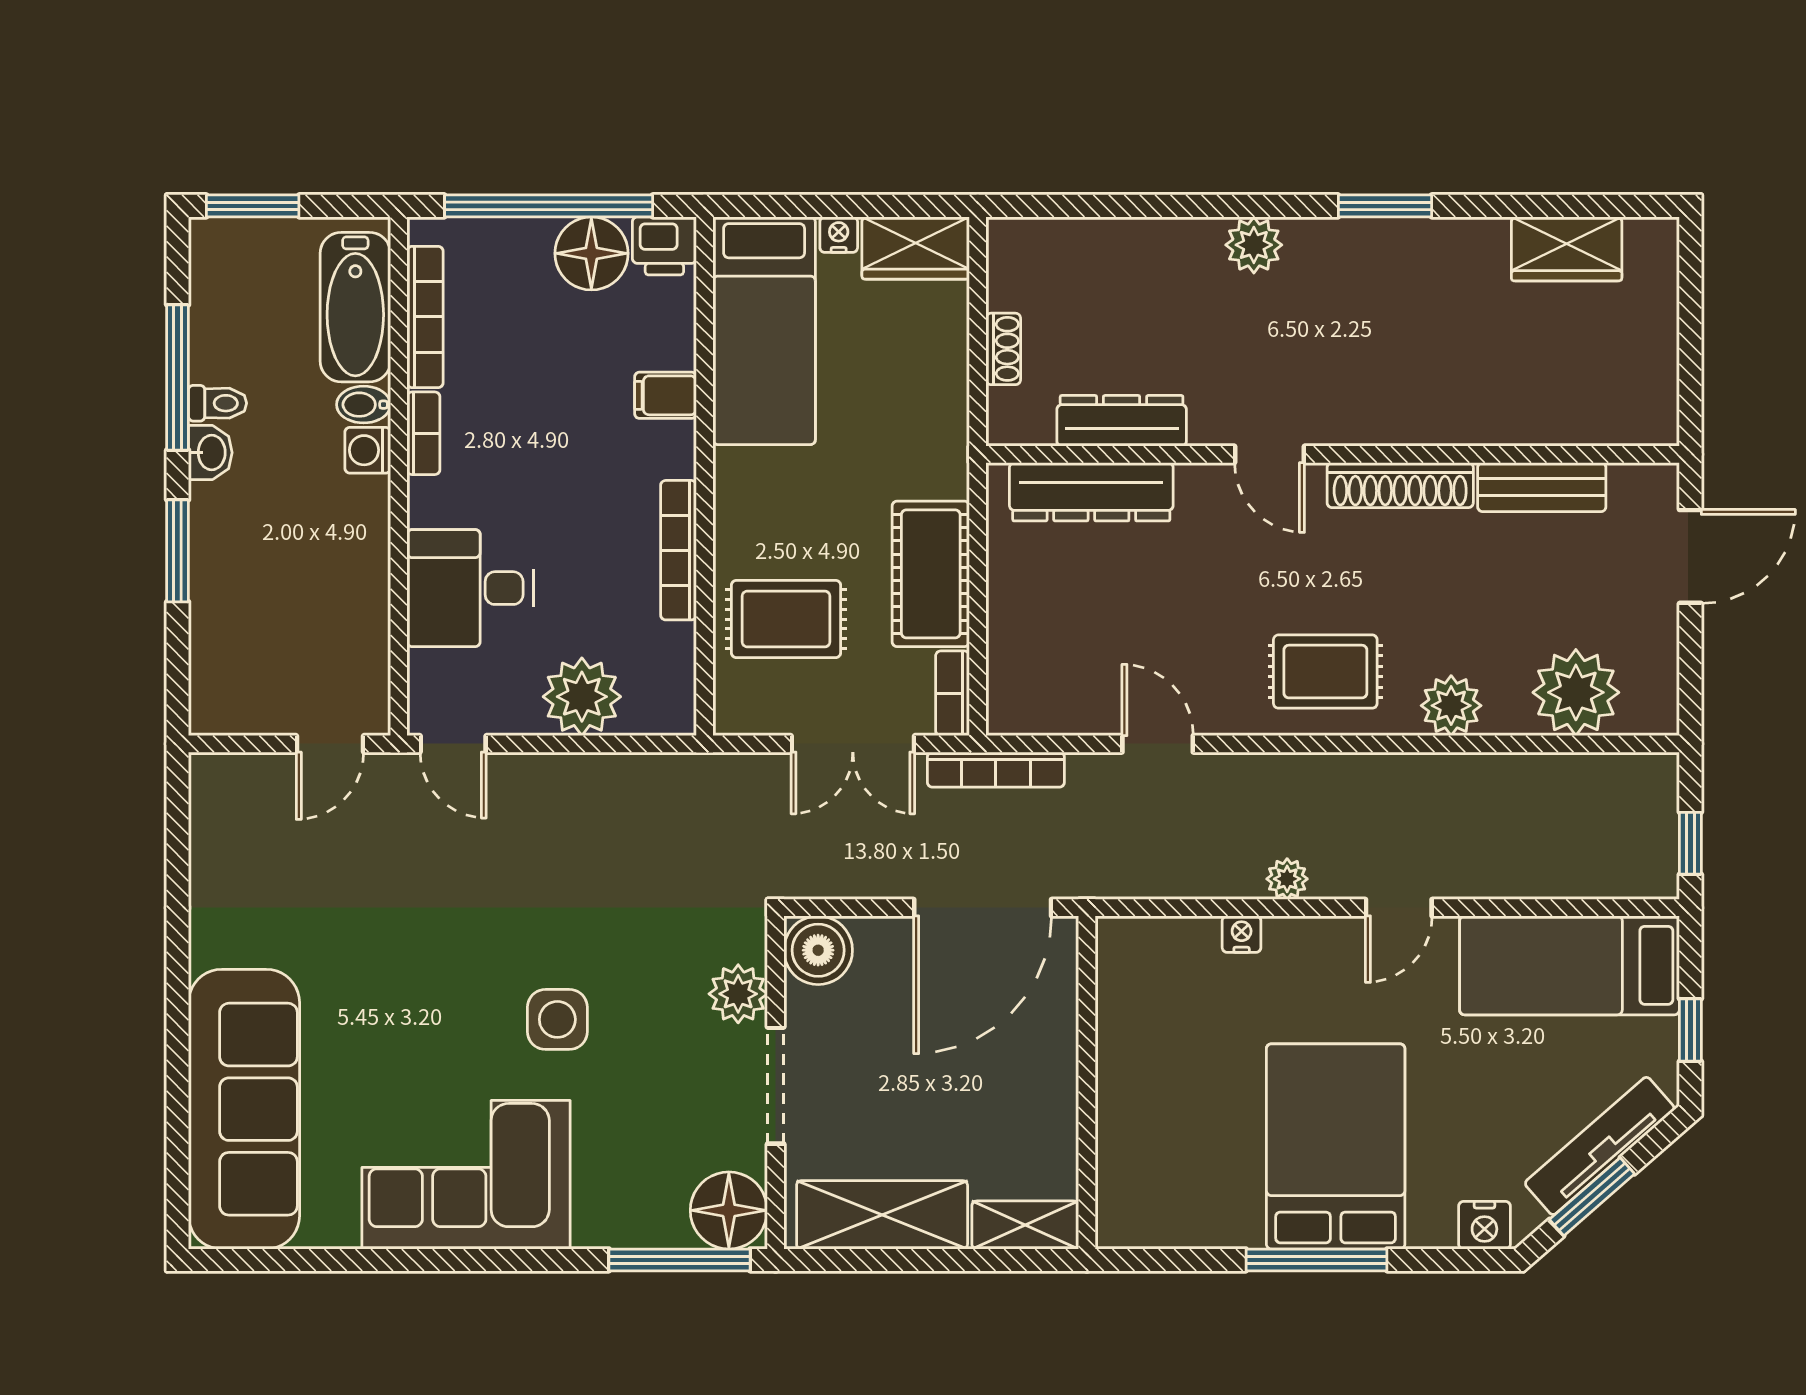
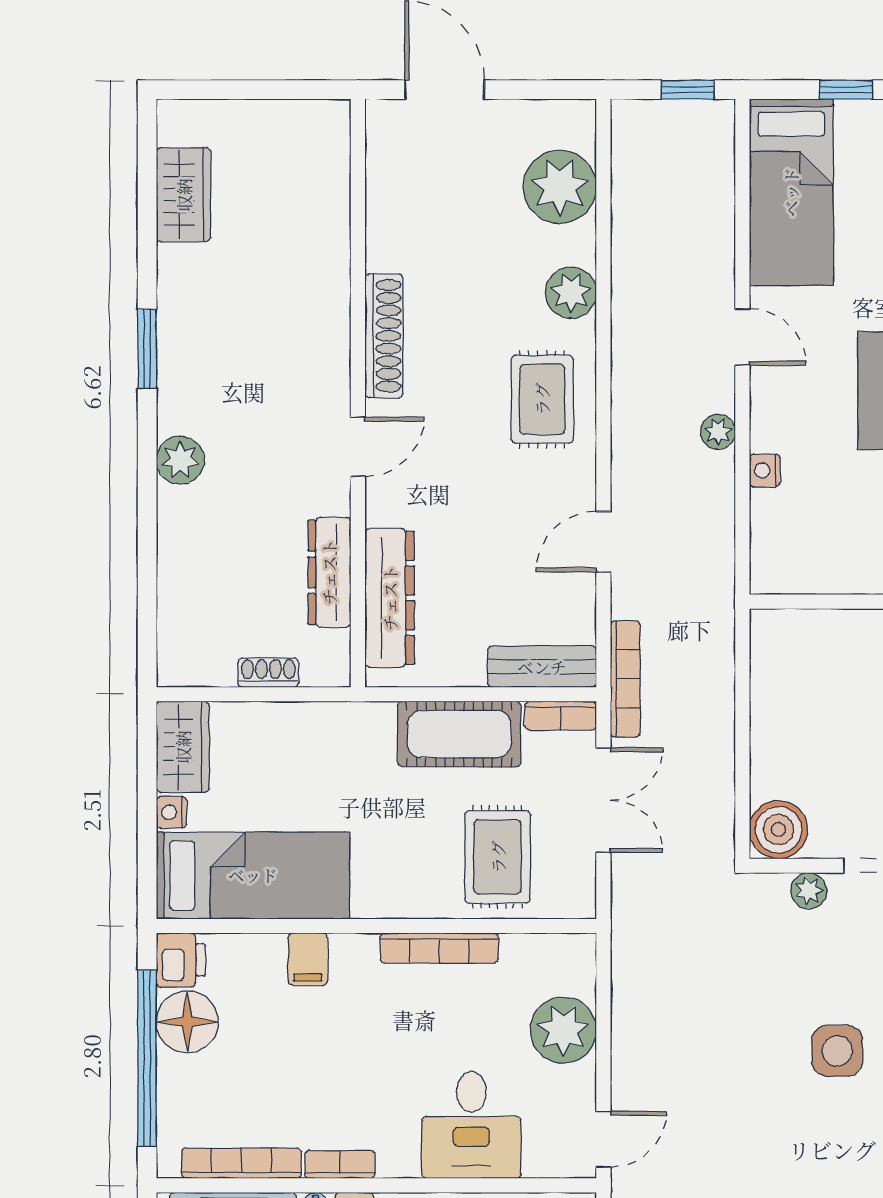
bench: (1542, 487) -> (542, 667), moved, turned 90
door: (983, 908) -> (742, 690), removed
plant: (738, 994) -> (809, 891), width x0.73, depth x0.73

